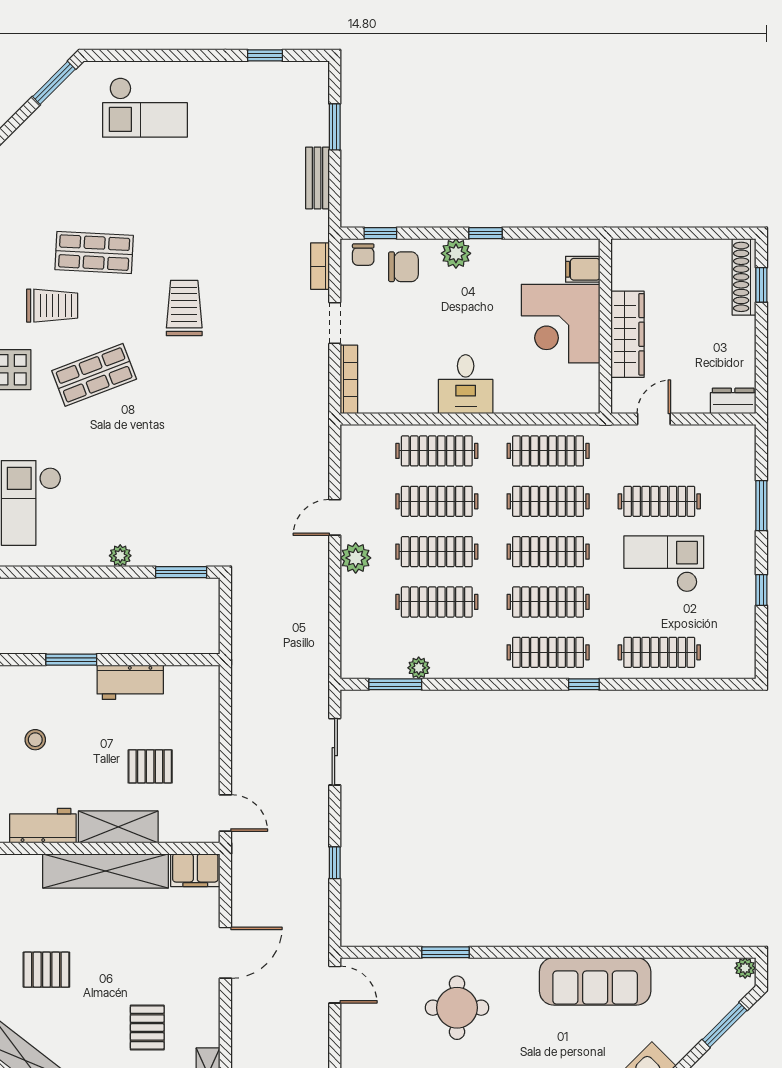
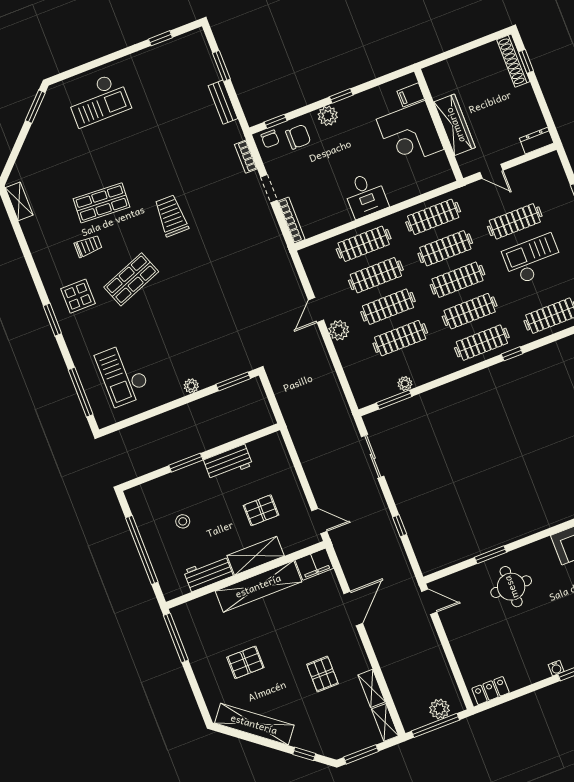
trolley: (52, 306) -> (88, 246), width x0.73, depth x0.72
door: (654, 419) -> (491, 171), swing flipped

